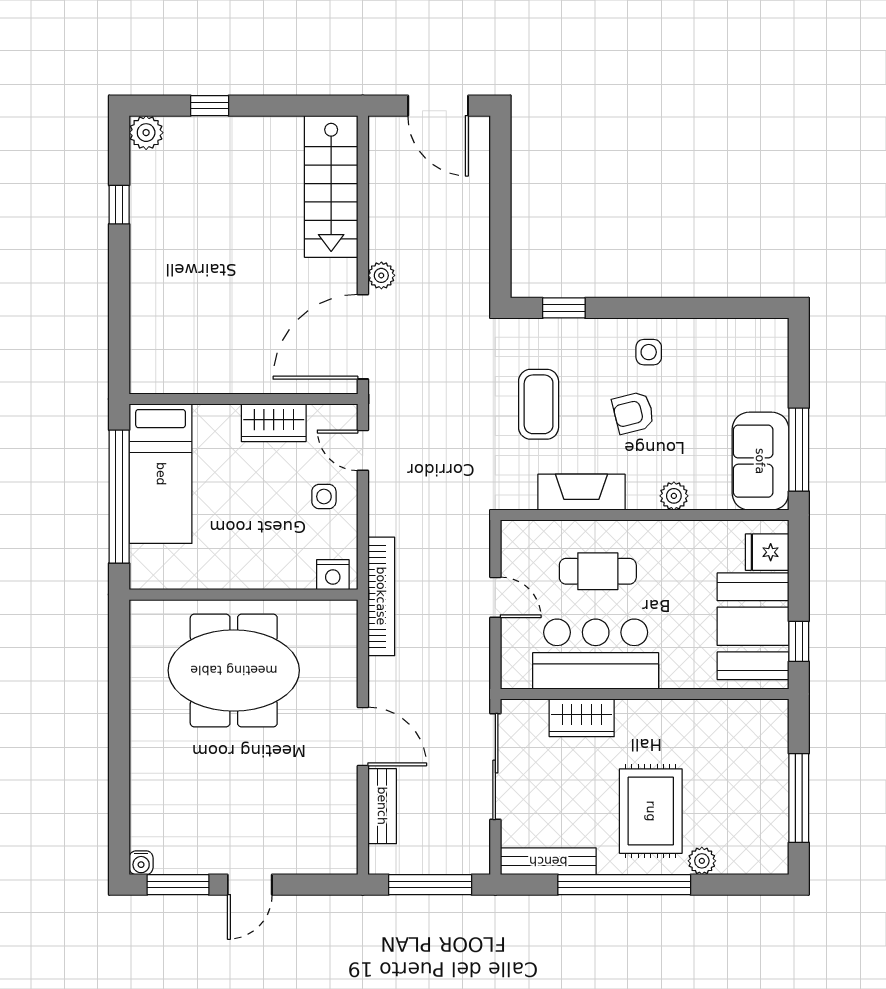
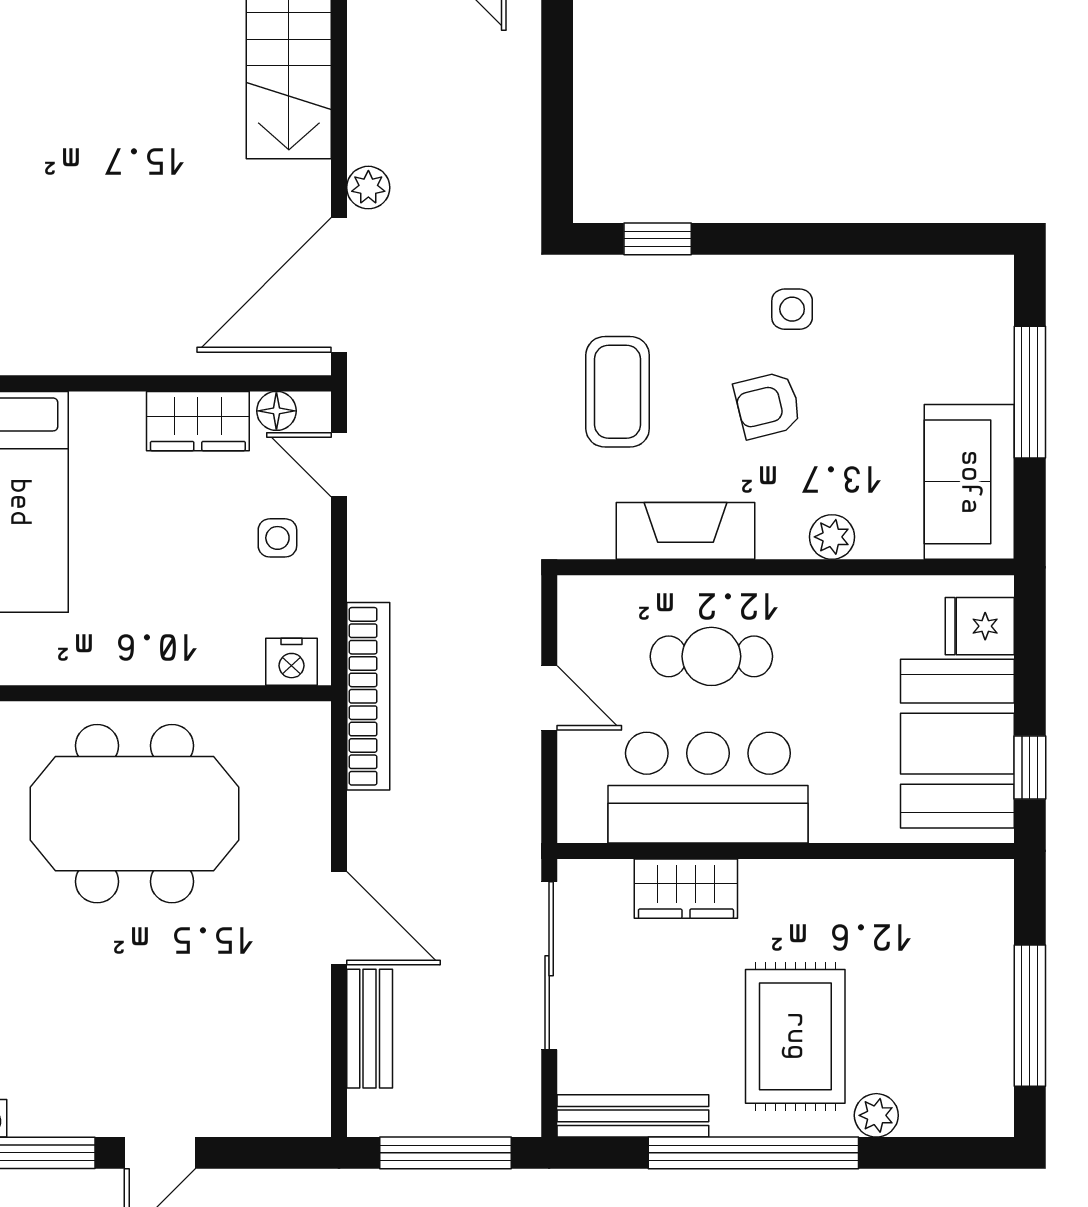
floor lamp: (323, 416) -> (276, 411), added
window: (799, 450) -> (1030, 392), moved

